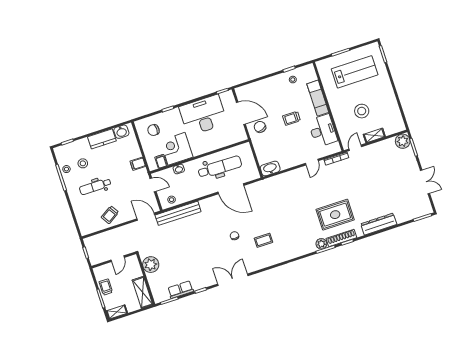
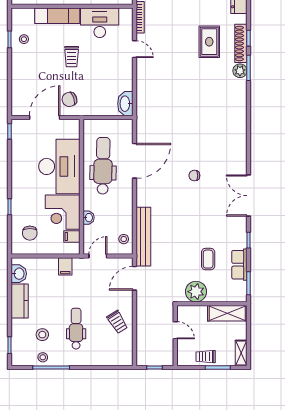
desk: (203, 115) -> (59, 166), moved, turned 180
dental chair: (95, 186) -> (76, 329), turned 180
rug: (335, 215) -> (209, 42), width x0.73, depth x0.70
coffee table: (263, 240) -> (208, 259), moved

